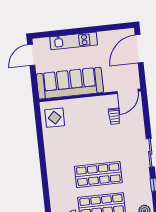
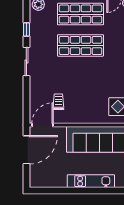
door: (139, 49) -> (26, 150), moved

